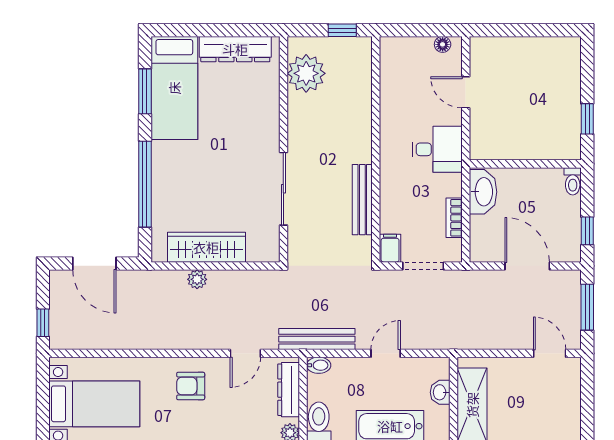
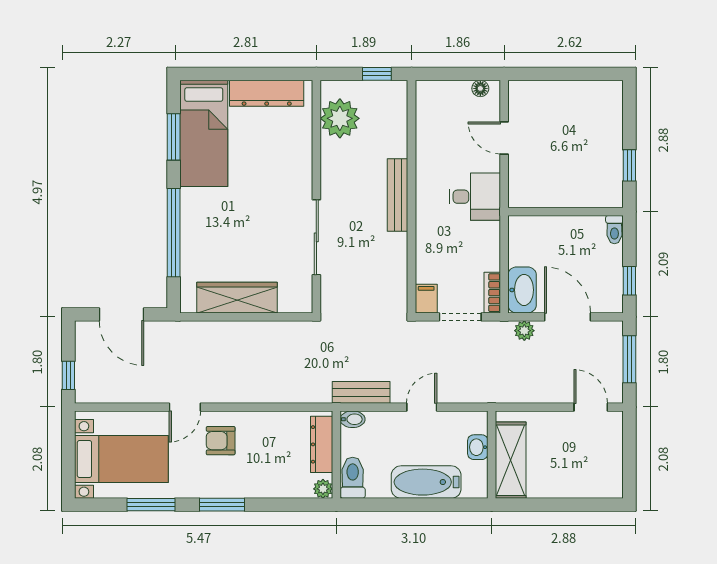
washbasin: (483, 192) -> (522, 290), moved
bench: (362, 200) -> (398, 195), moved
bookcase: (454, 218) -> (492, 293), moved
plant: (197, 279) -> (524, 331), moved
bench: (317, 339) -> (361, 392), width x0.73
door: (245, 353) -> (185, 407), moved

